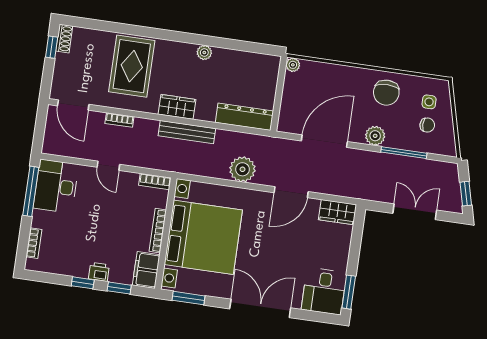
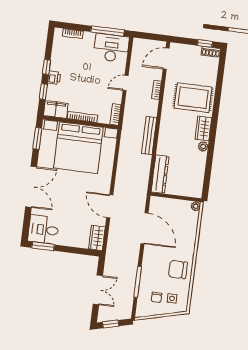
wardrobe: (177, 107) -> (203, 128), moved, turned 180
plant: (375, 136) -> (149, 262), removed
plant: (242, 169) -> (125, 173), removed

